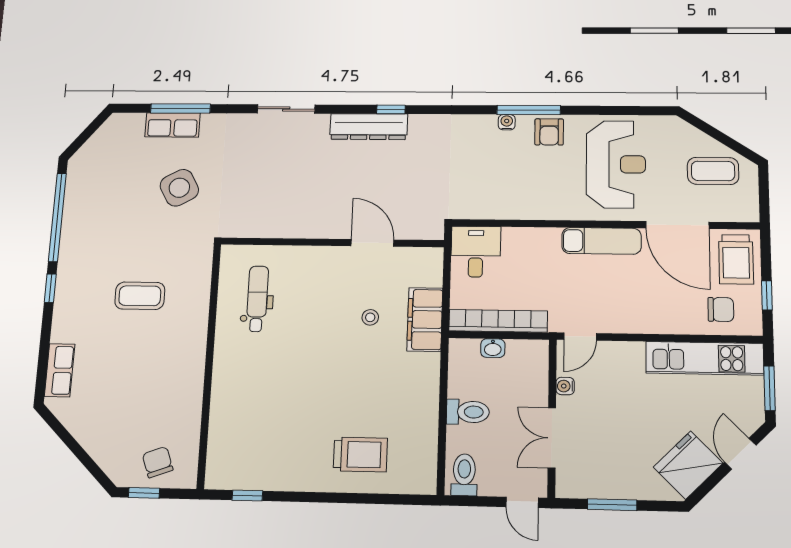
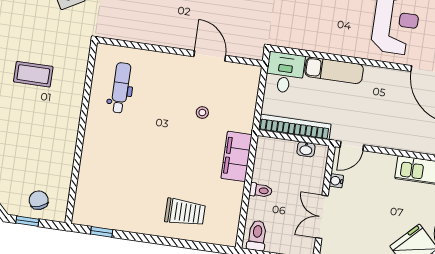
exam couch: (602, 241) -> (334, 70), moved
filing cabinet: (425, 319) -> (236, 156), moved
washbasin: (493, 348) -> (306, 149), moved
toilet: (468, 412) -> (261, 190), width x0.73, depth x0.72

